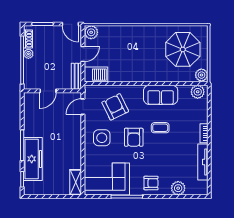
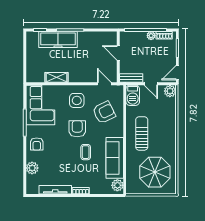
sun lounger: (139, 64) -> (142, 133), added
plant: (201, 75) -> (132, 189), removed
sofa: (161, 95) -> (115, 158), width x1.36
armchair: (134, 137) -> (77, 129), turned 90
shelving: (76, 182) -> (57, 77), moved

